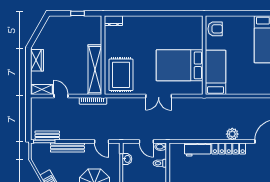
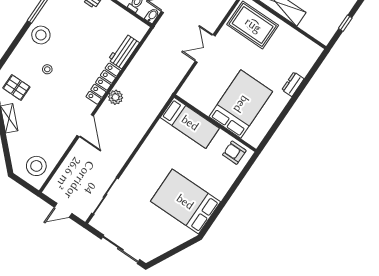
dresser: (113, 21) -> (293, 84), moved
armchair: (215, 29) -> (234, 153), turned 90
bed: (180, 65) -> (241, 104), moved

